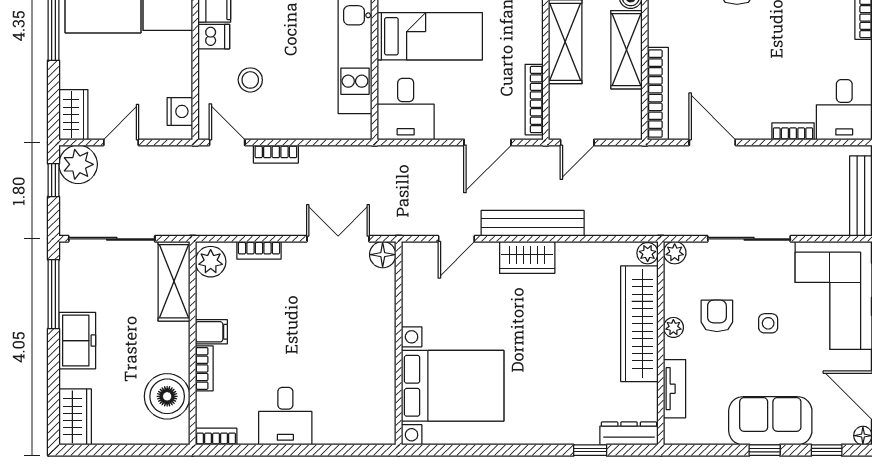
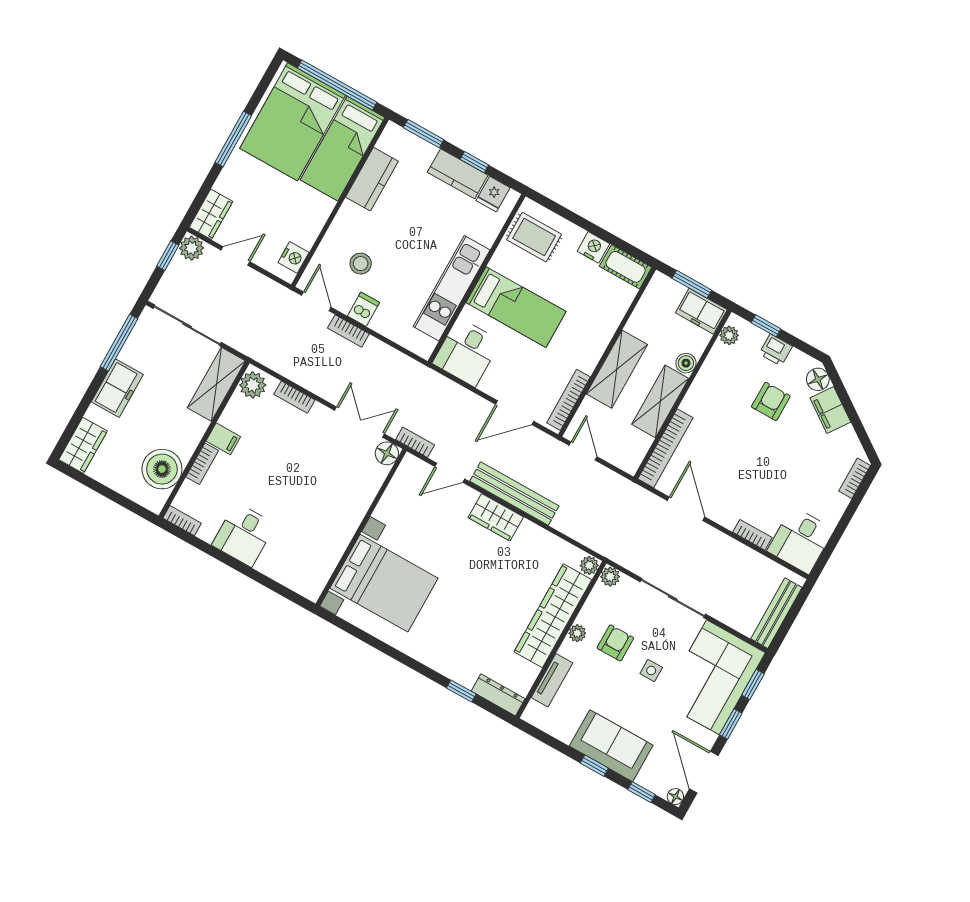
dishwasher: (214, 37) -> (363, 309), moved, turned -90
door: (577, 142) -> (583, 451), swing flipped
plant: (78, 164) -> (192, 248), width x0.73, depth x0.73
bookcase: (405, 228) -> (415, 442), added

